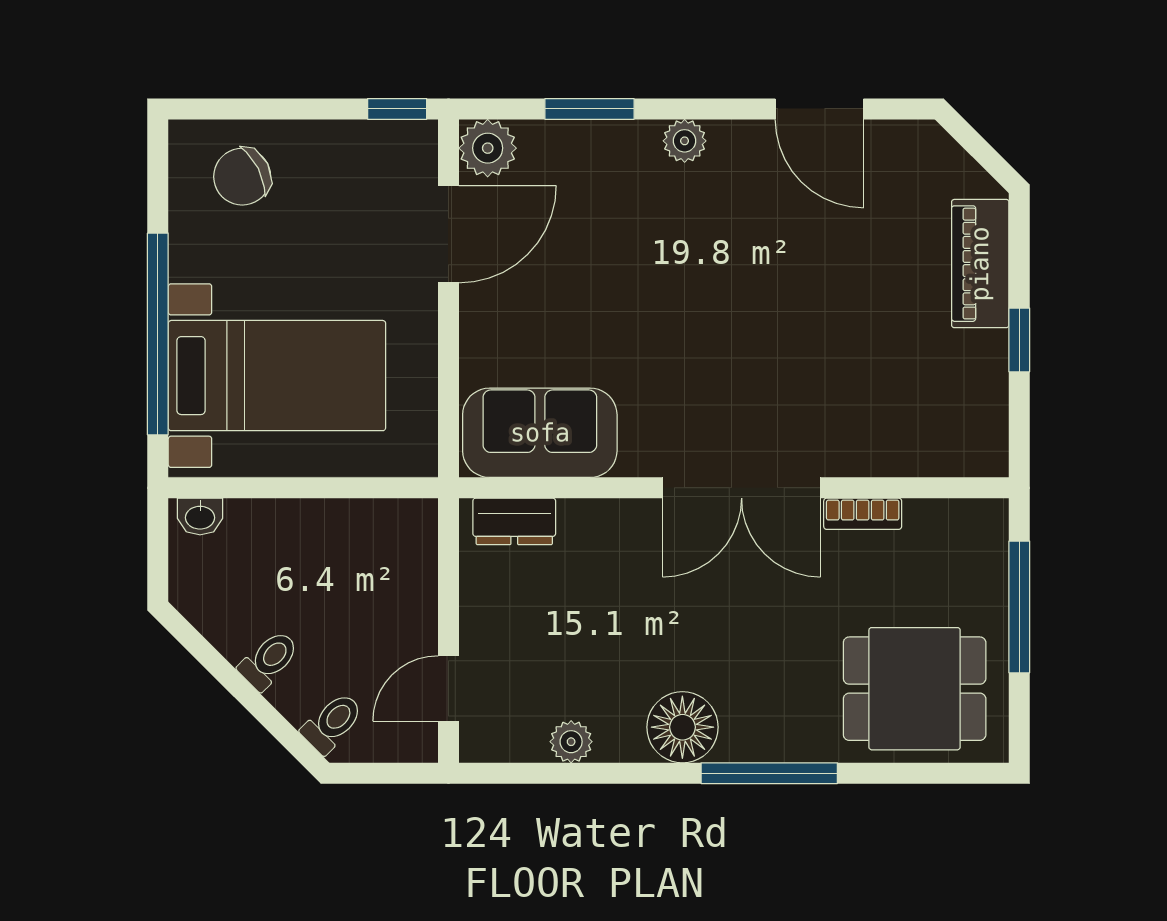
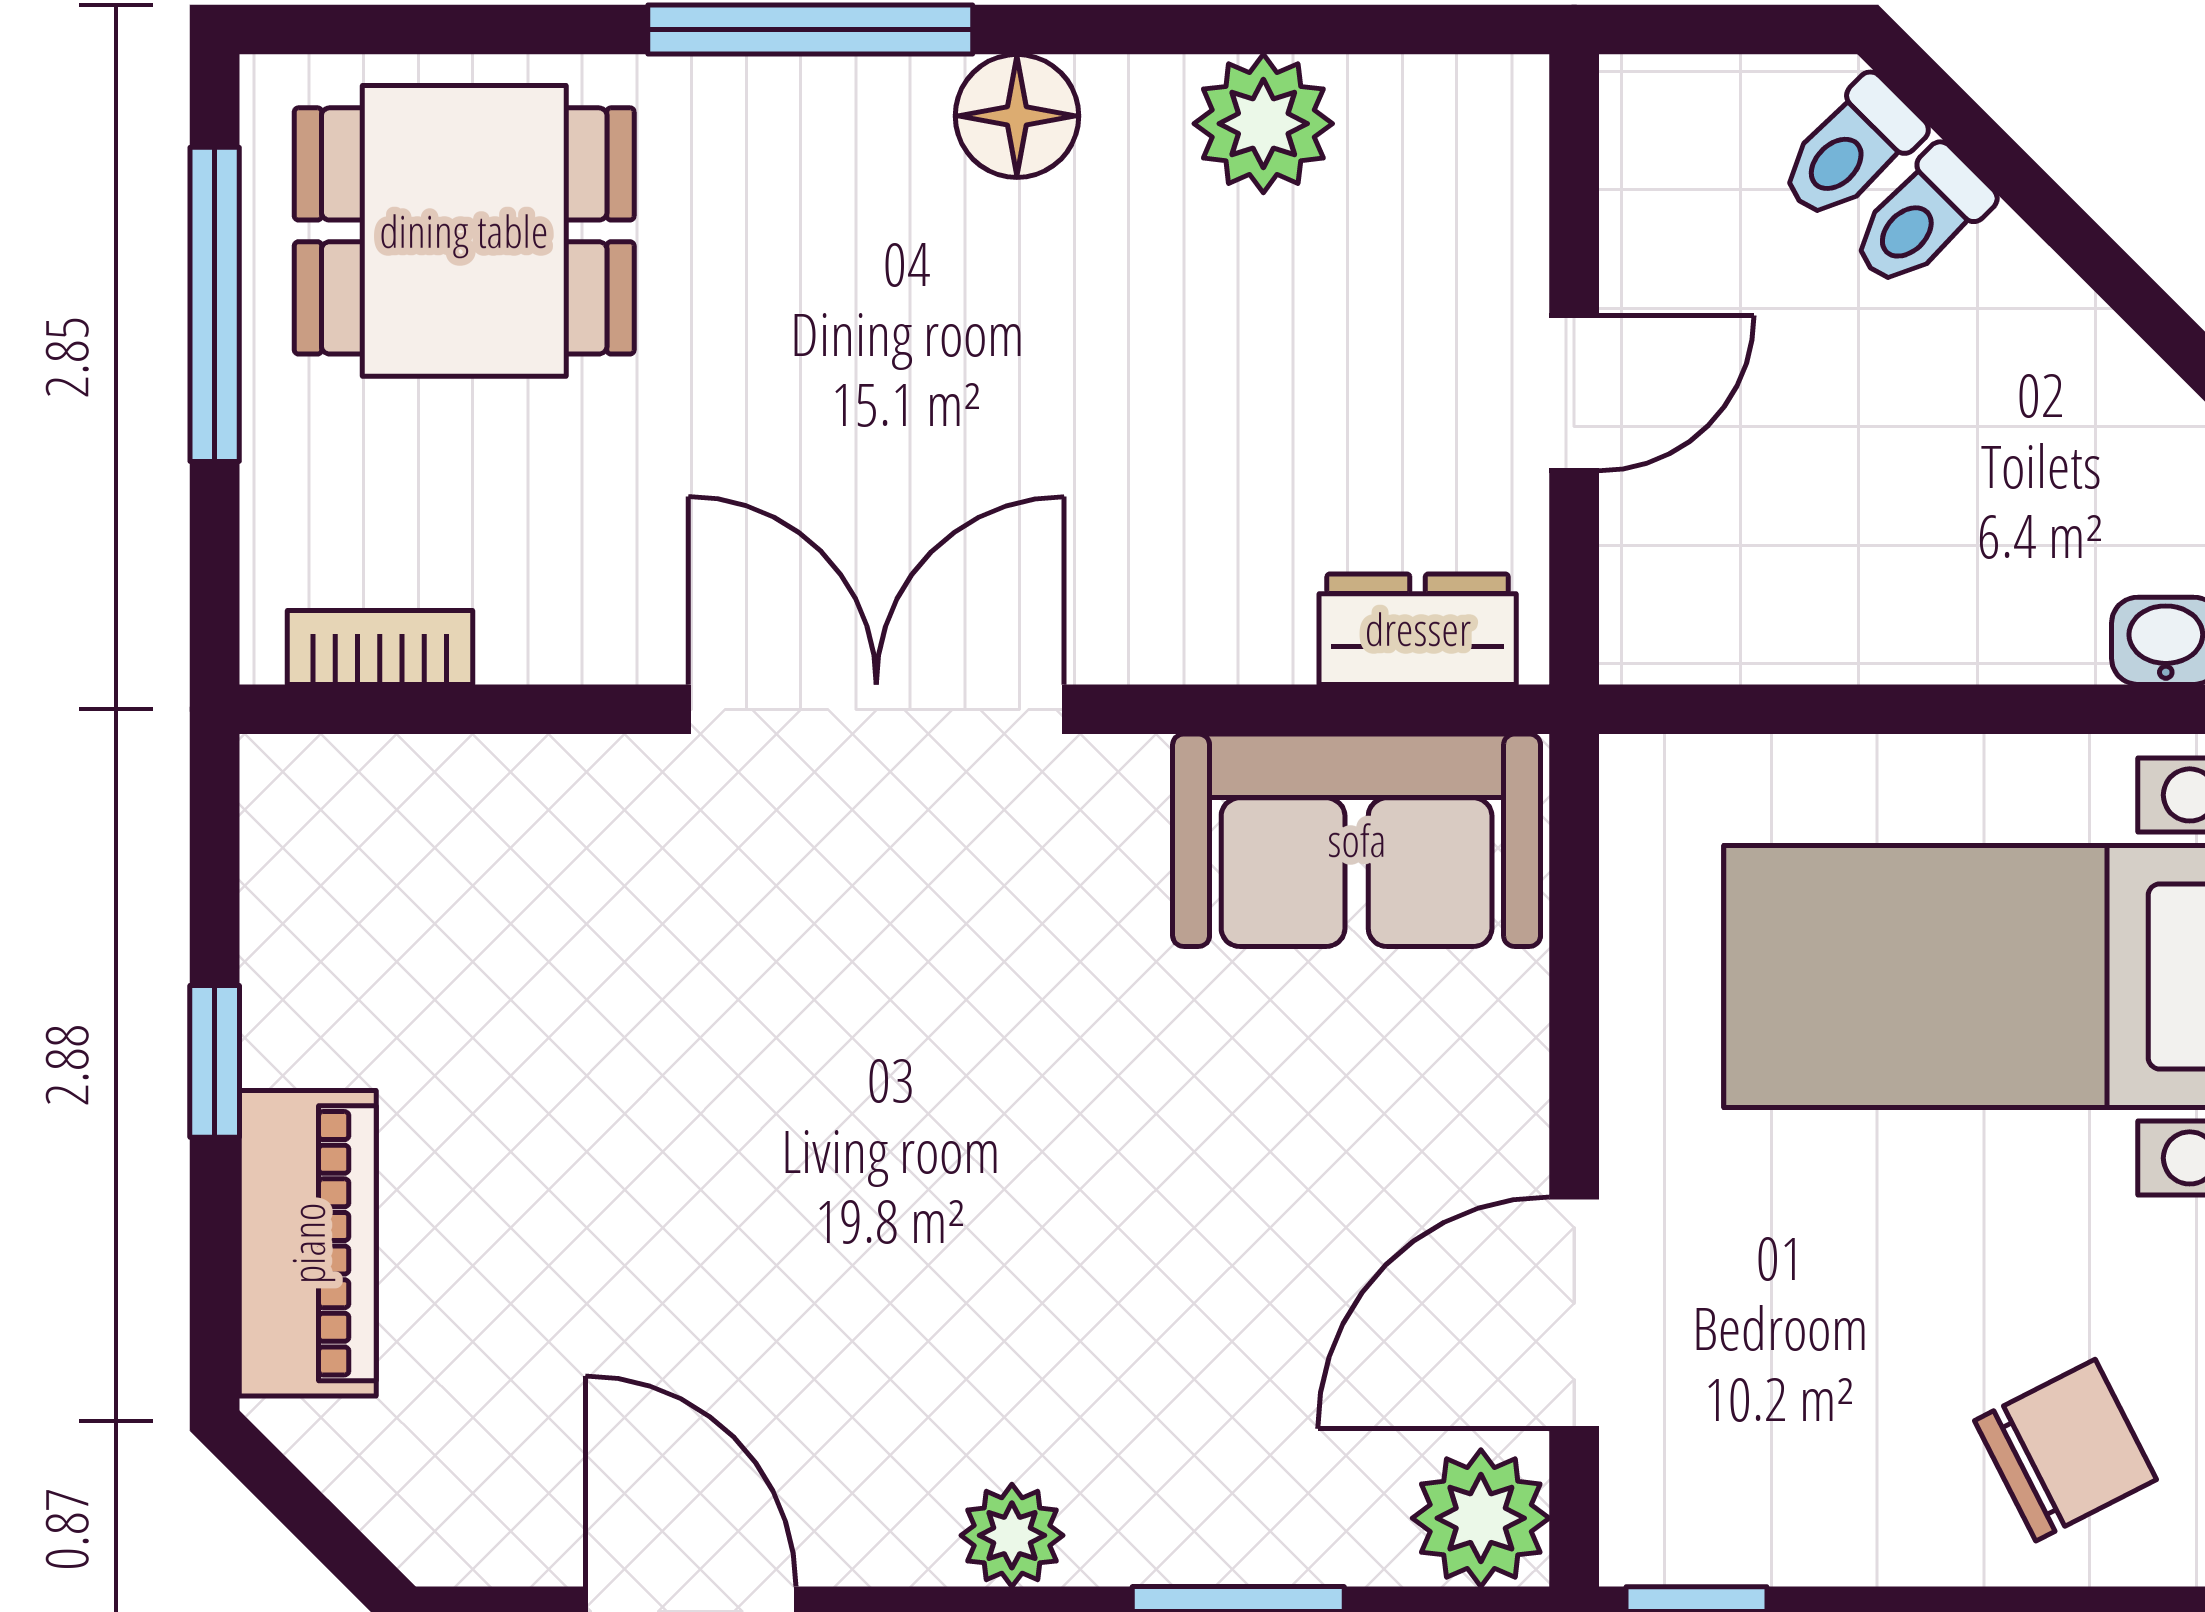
bookcase: (863, 514) -> (380, 647), moved
window: (1019, 607) -> (215, 304), moved
toilet: (269, 660) -> (1921, 218), moved
door: (448, 688) -> (1574, 393), moved
floor lamp: (682, 727) -> (1017, 116), width x0.73, depth x0.73
plant: (571, 742) -> (1263, 124), width x1.38, depth x1.38

